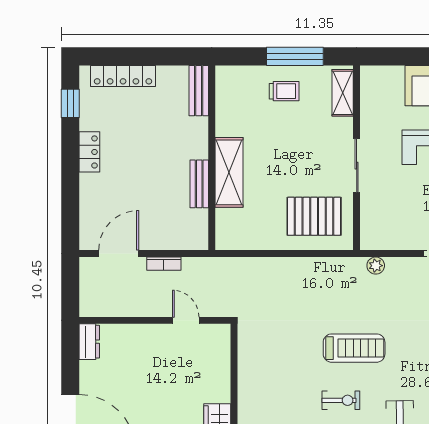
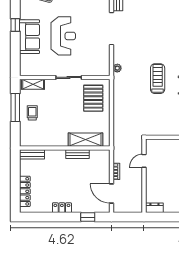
window: (70, 103) -> (88, 217), moved
shelving: (229, 172) -> (86, 140), moved

